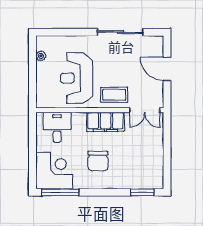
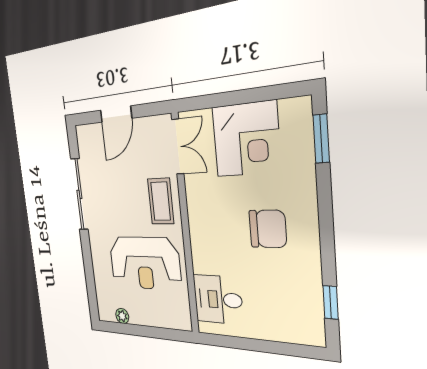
filing cabinet: (105, 122) -> (202, 215), removed
corner desk: (54, 171) -> (246, 139), moved, turned 180
window: (60, 192) -> (331, 302), width x0.46

